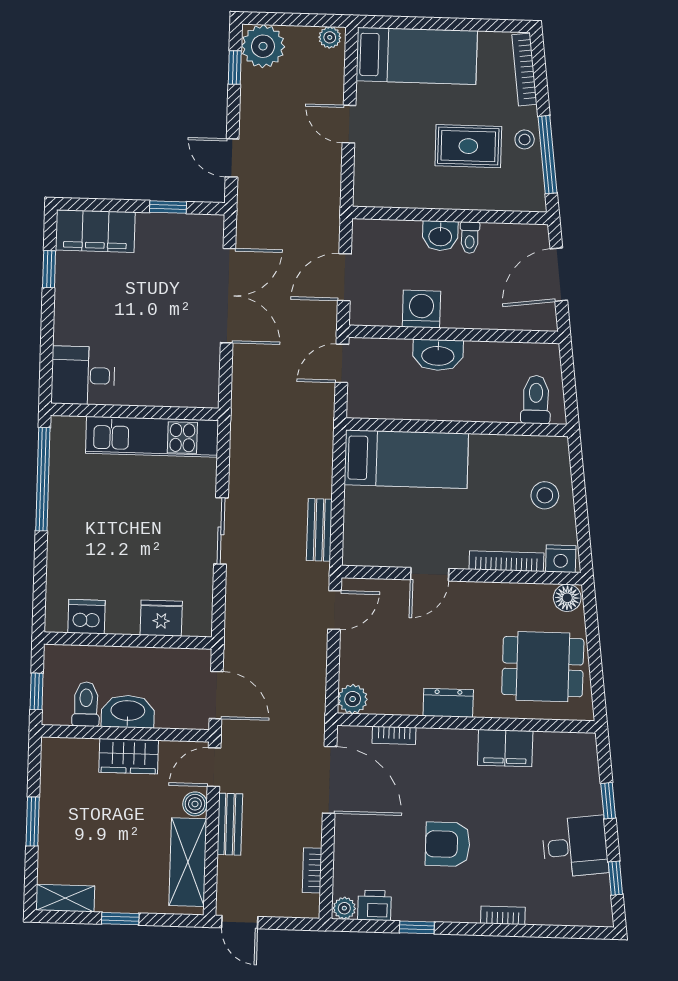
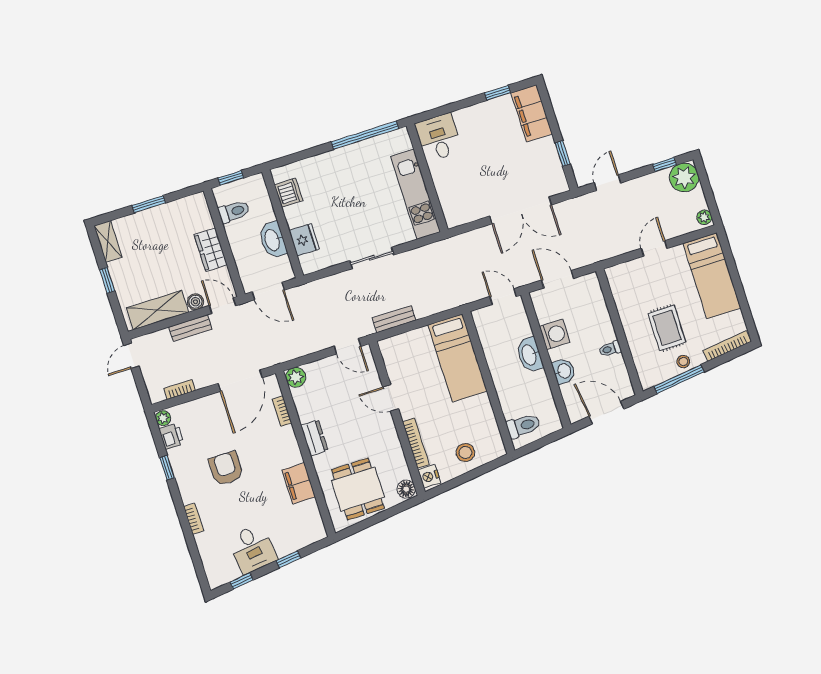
washbasin: (440, 236) -> (564, 371), moved, turned 180
door: (216, 695) -> (268, 291), hinge flipped
washbasin: (128, 711) -> (273, 240), moved, turned 180

